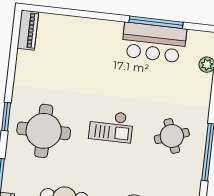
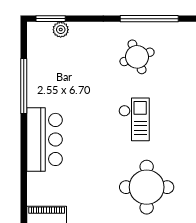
bar counter: (154, 43) -> (44, 139), moved

